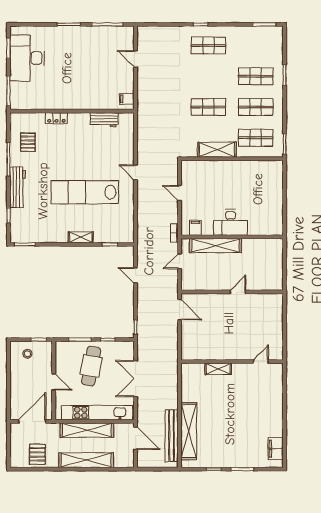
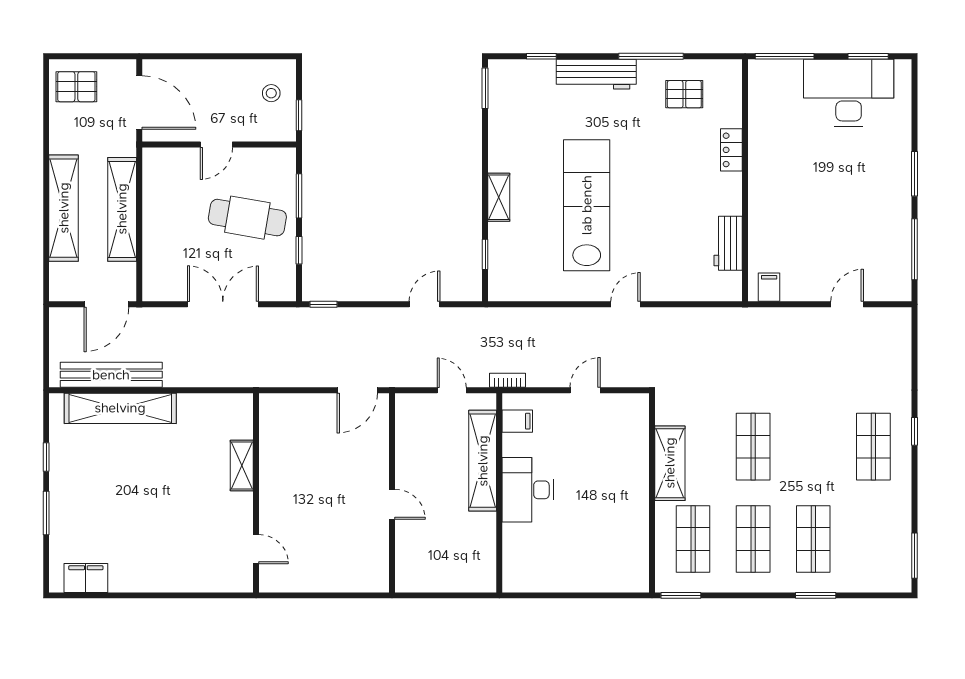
kitchen unit: (97, 413) -> (156, 229), removed
pallet: (37, 454) -> (76, 87), moved

